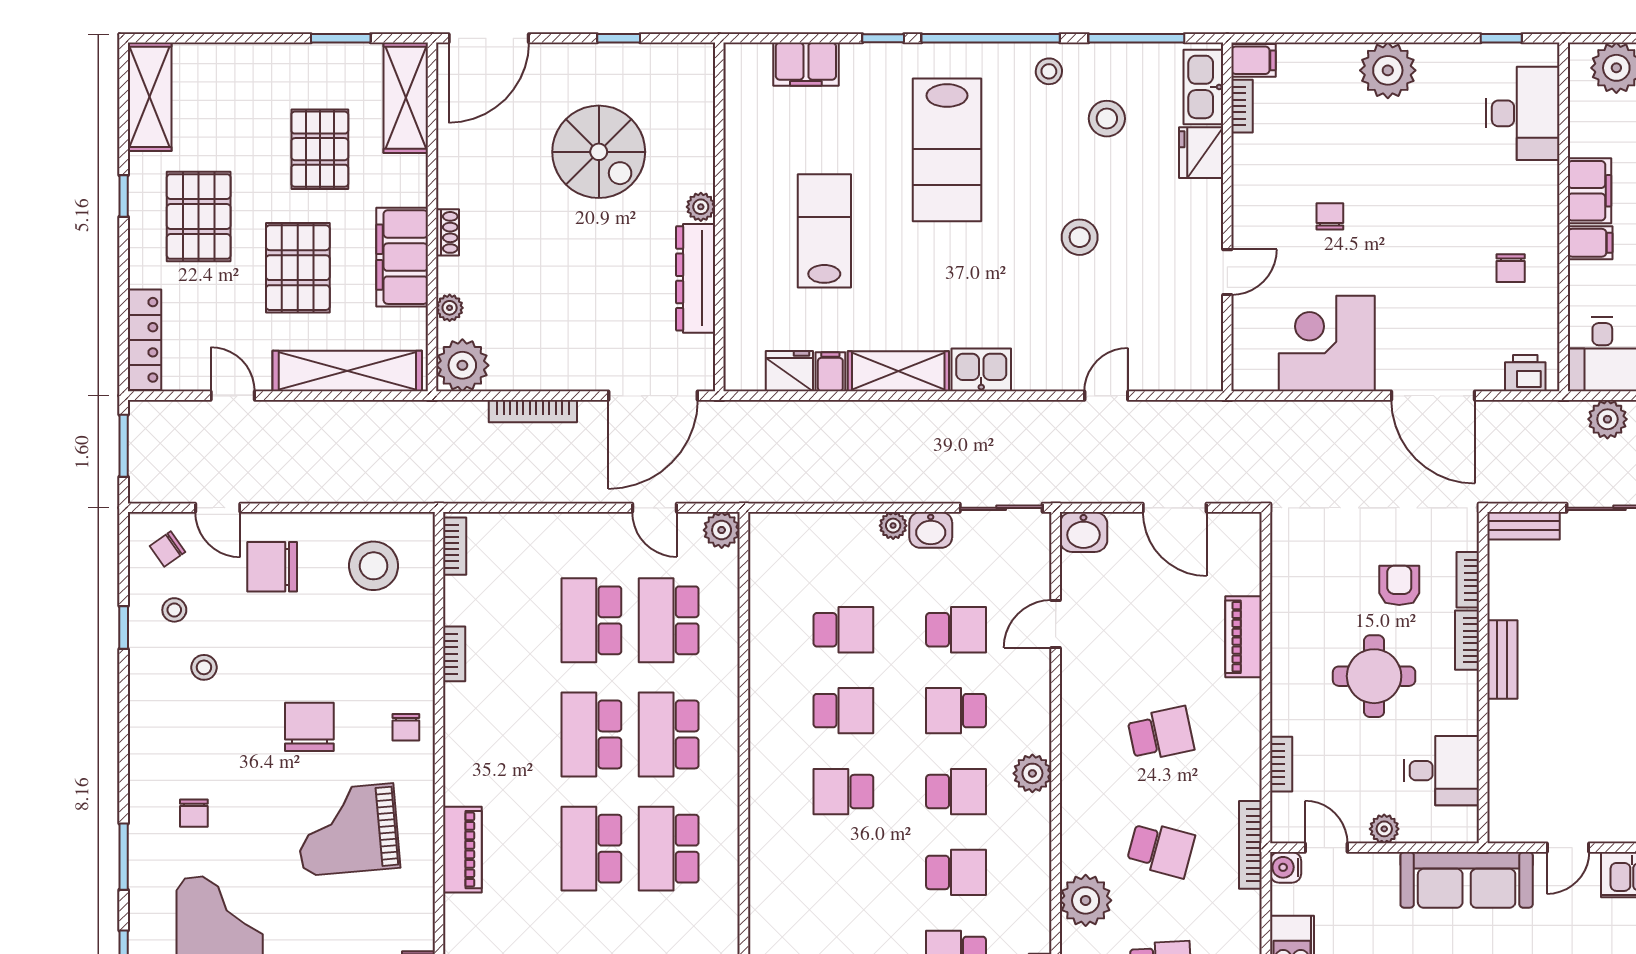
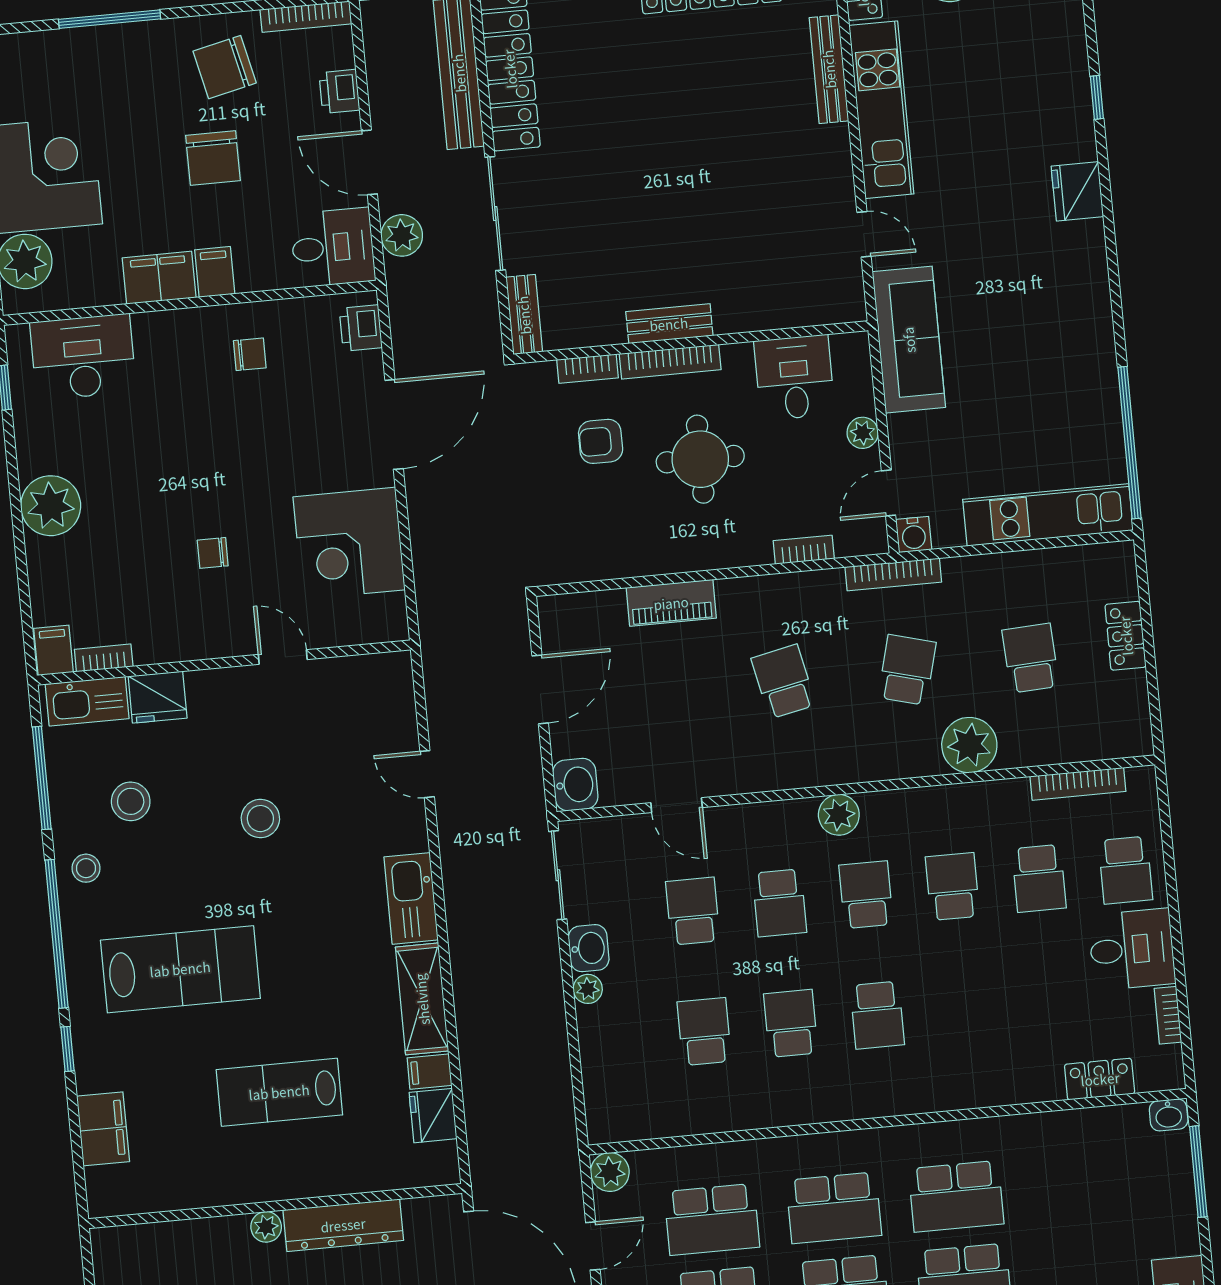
kitchen sink: (981, 370) -> (411, 898), width x1.38
bookcase: (1467, 640) -> (670, 362), width x1.56

